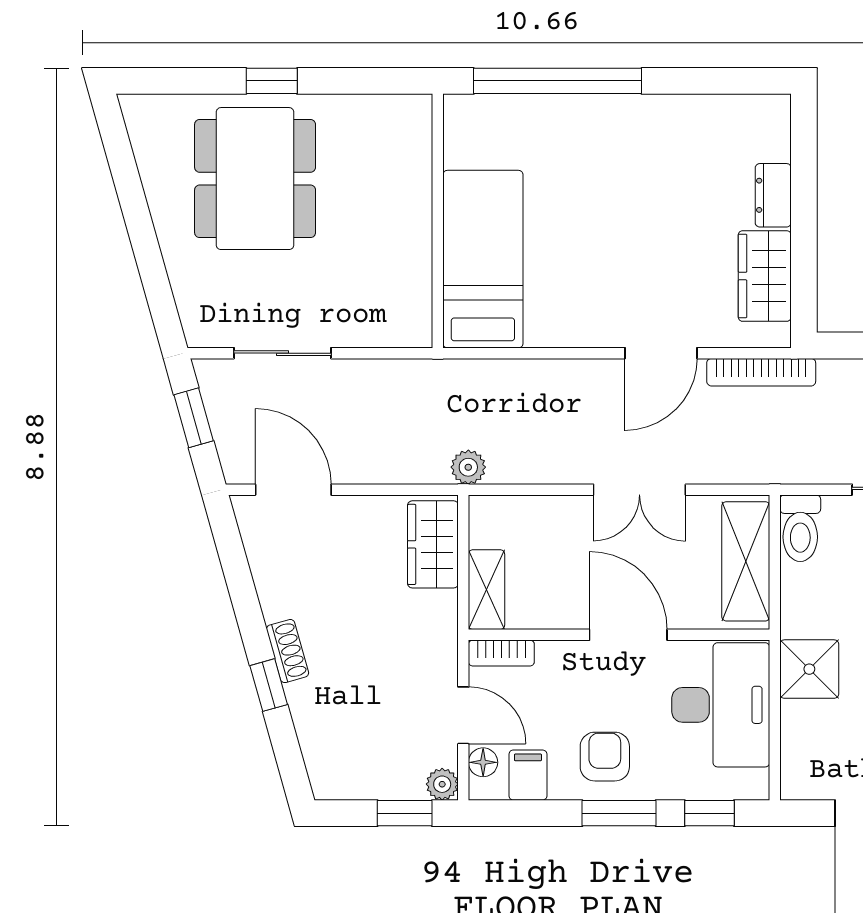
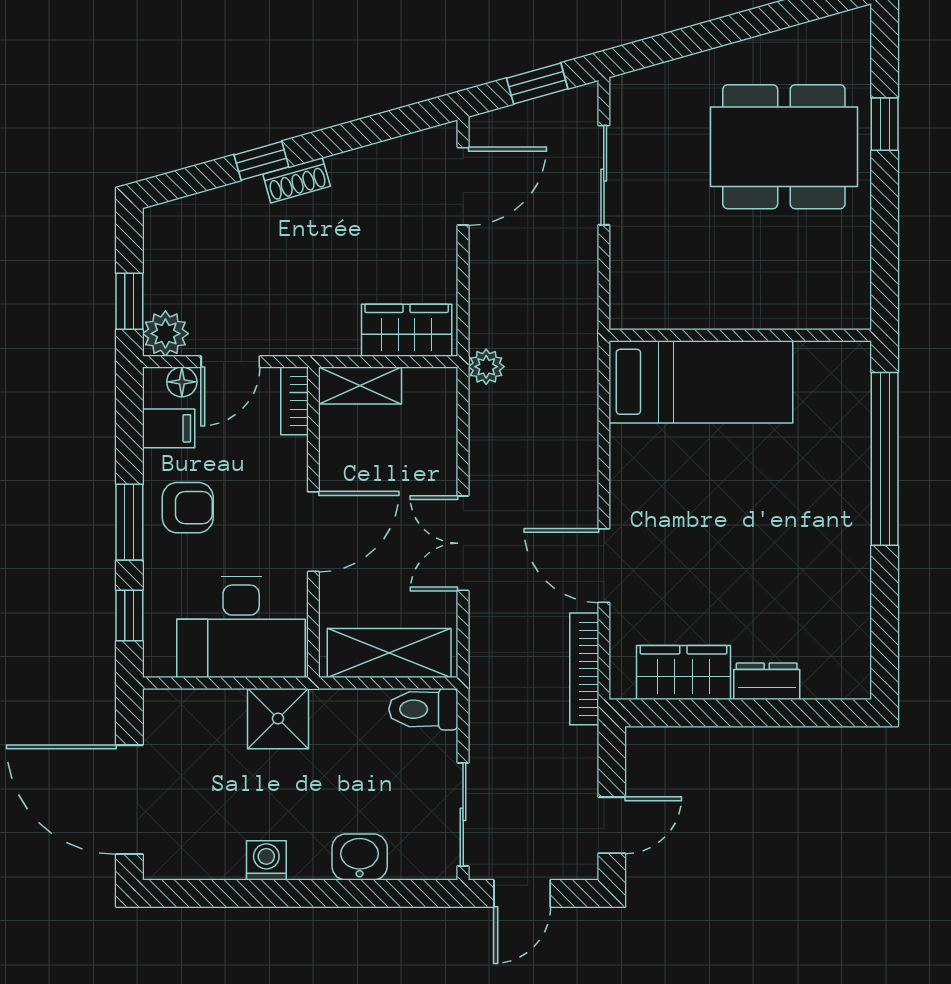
window: (272, 81) -> (885, 124), moved
plant: (442, 784) -> (165, 334), width x1.38, depth x1.38

